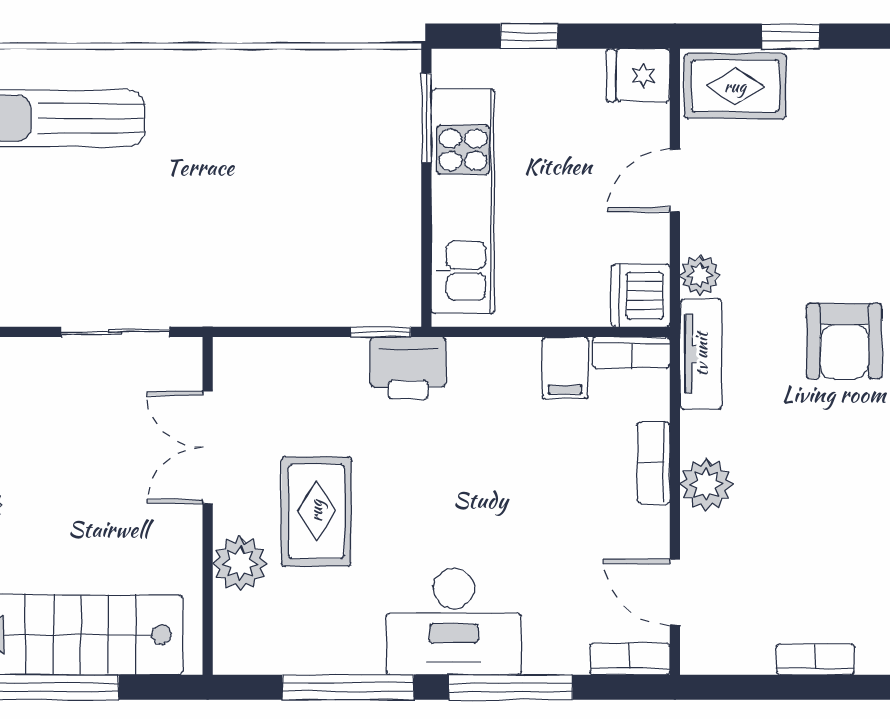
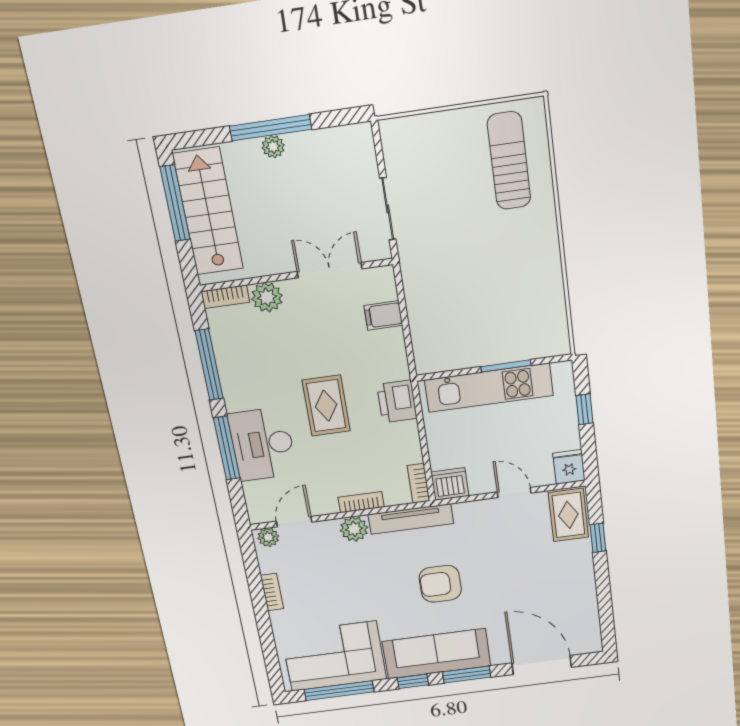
window: (426, 118) -> (506, 366), moved
plant: (700, 275) -> (268, 537), moved
window: (381, 332) -> (410, 355), removed
tv unit: (701, 354) -> (411, 519), width x1.41
printer: (408, 368) -> (397, 401), moved
filing cabinet: (565, 368) -> (383, 315), moved
rug: (316, 511) -> (326, 406), moved, turned 90
desk: (454, 622) -> (262, 444), moved
bookcase: (630, 659) -> (225, 297), moved, turned 90

